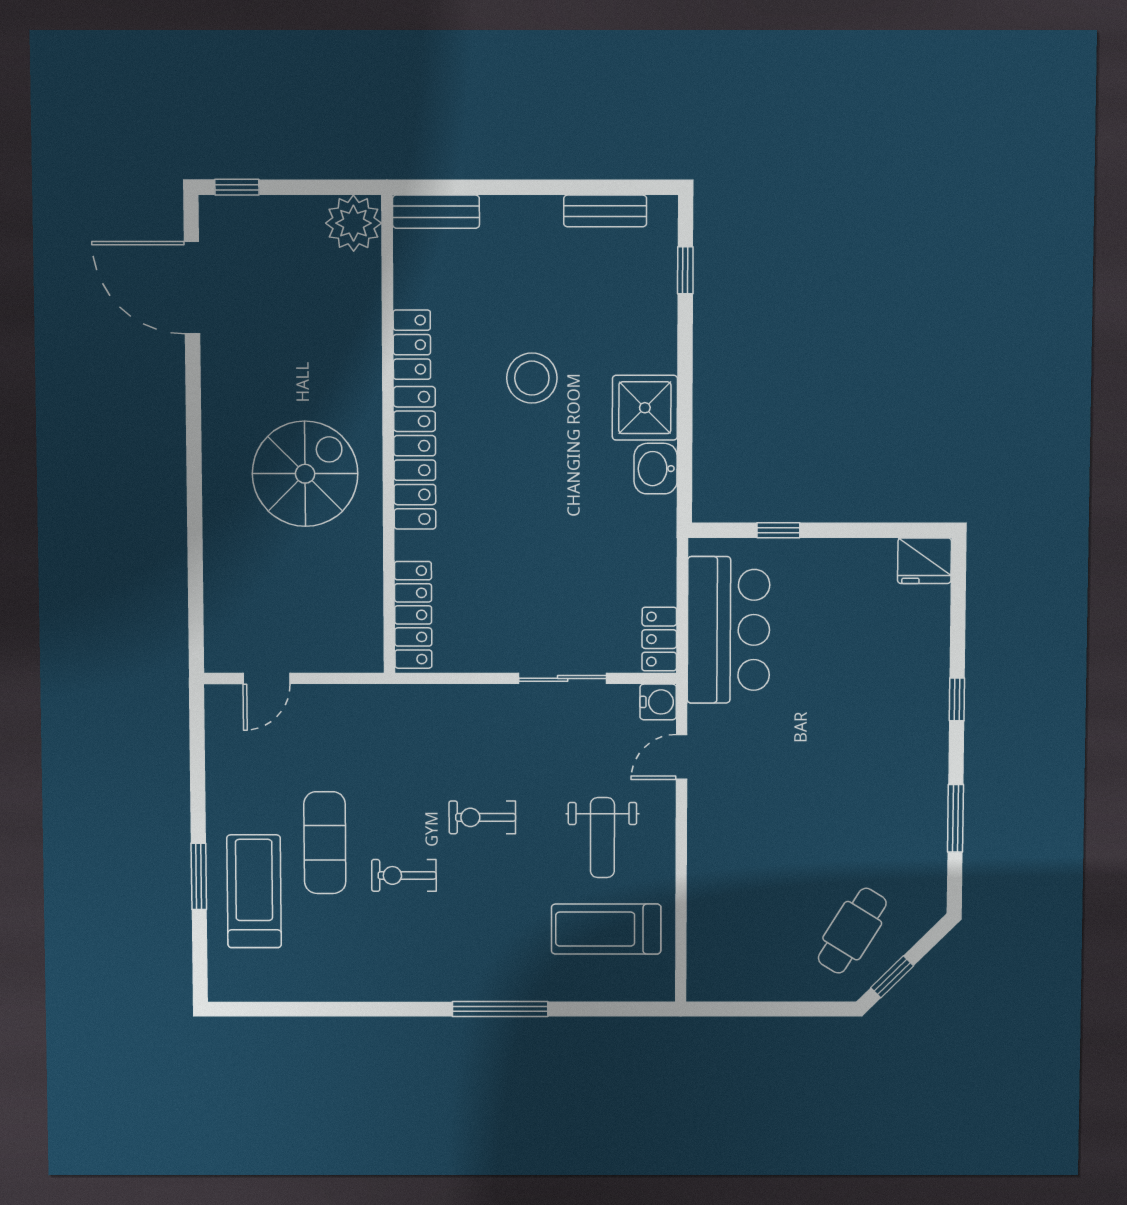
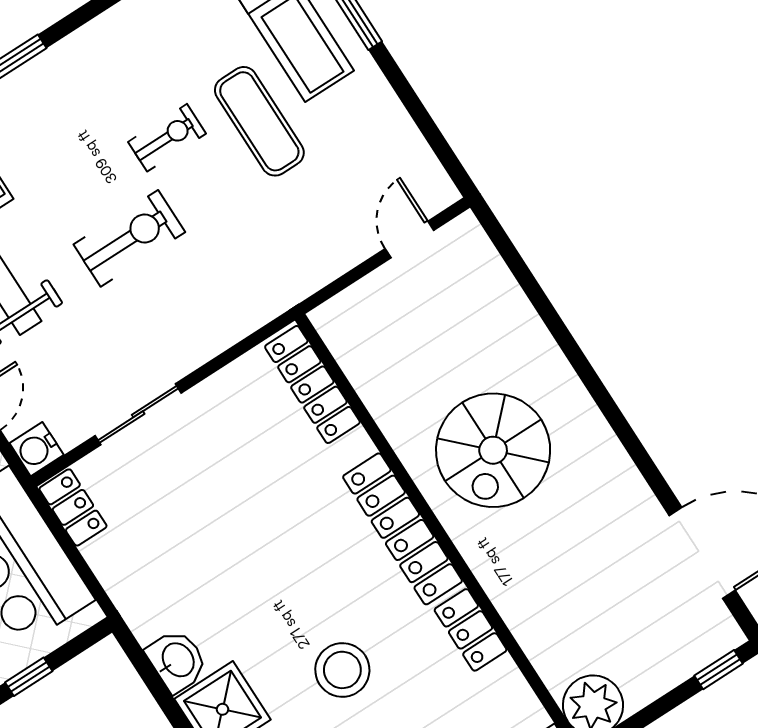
exercise bike: (482, 817) -> (129, 238), width x1.38, depth x1.39

